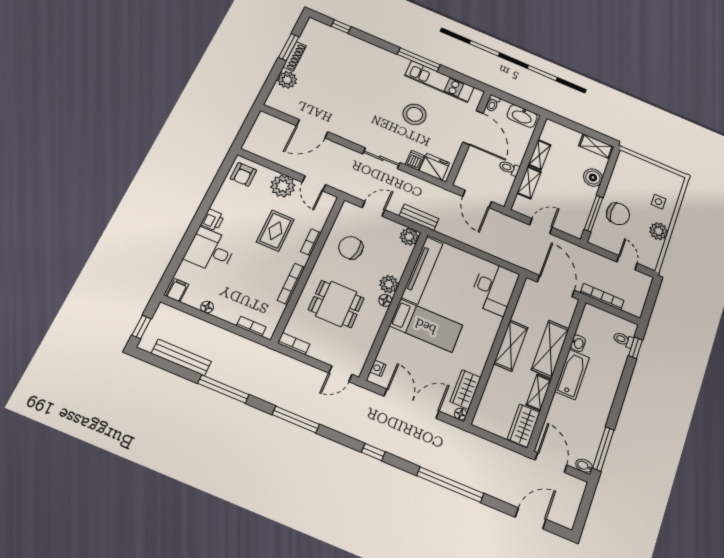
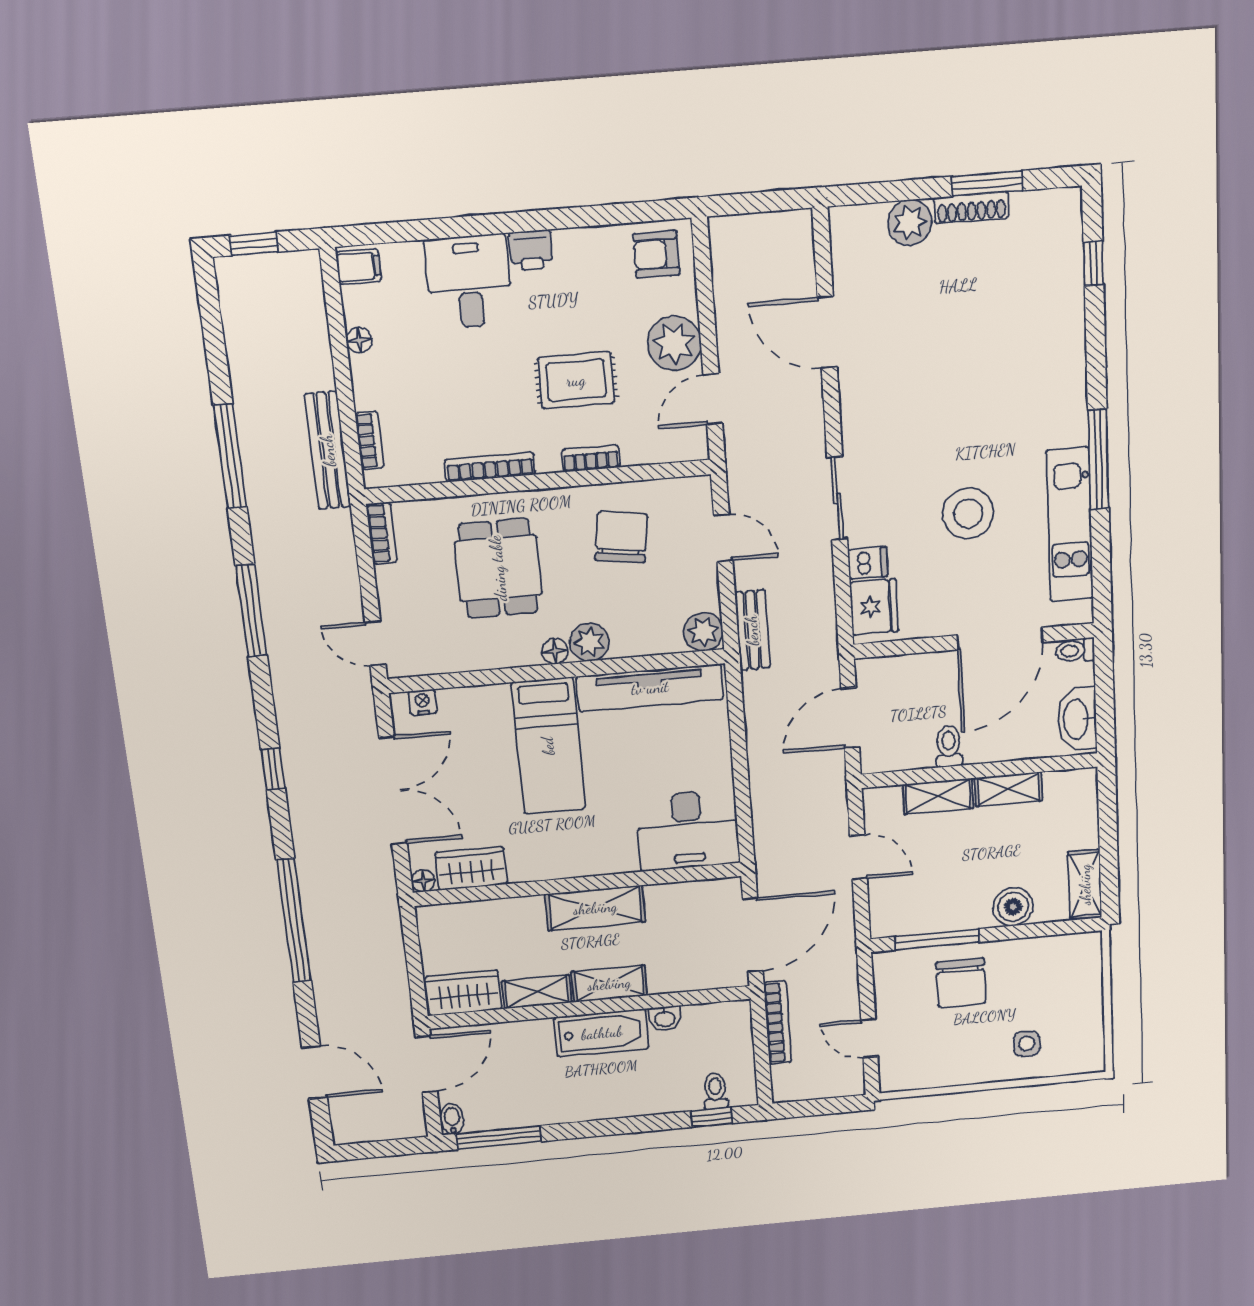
plant: (659, 231) -> (965, 1067), removed
door: (627, 263) -> (869, 1038), swing flipped
shelving: (550, 349) -> (609, 984), width x0.67, depth x0.75
bench: (181, 357) -> (328, 450), moved

